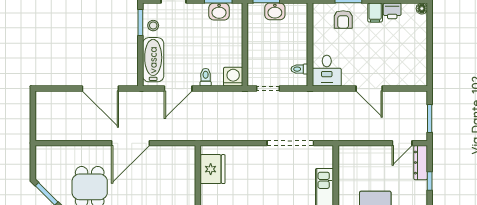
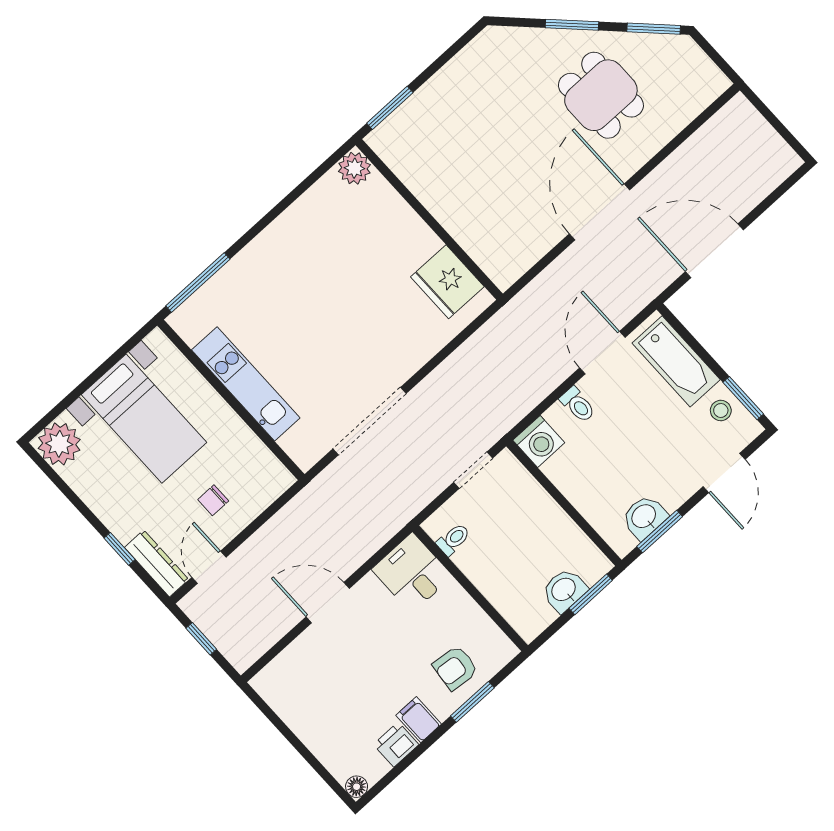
armchair: (343, 20) -> (455, 668), turned -84
window: (430, 118) -> (201, 639), width x0.67
chair: (377, 167) -> (213, 500), added

